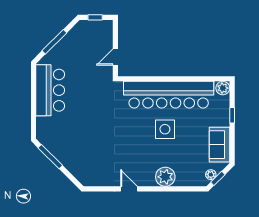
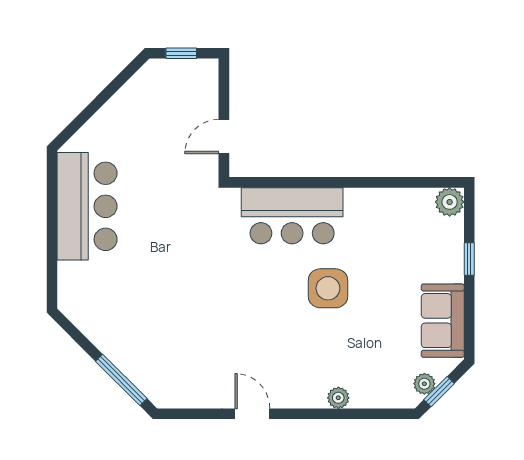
window: (54, 42) -> (96, 105), removed
bar counter: (169, 95) -> (292, 216), width x0.54
window: (50, 157) -> (121, 380), moved
plant: (165, 177) -> (338, 398), width x0.53, depth x0.53

